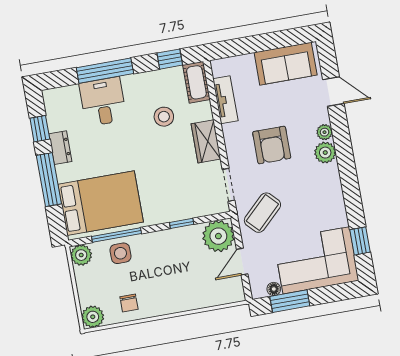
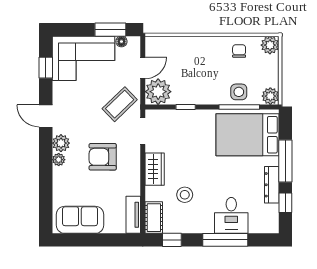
door: (333, 92) -> (46, 116), moved
tv unit: (225, 100) -> (133, 215), moved
armchair: (272, 145) -> (103, 157), turned -90
dresser: (60, 148) -> (272, 185), width x1.44

